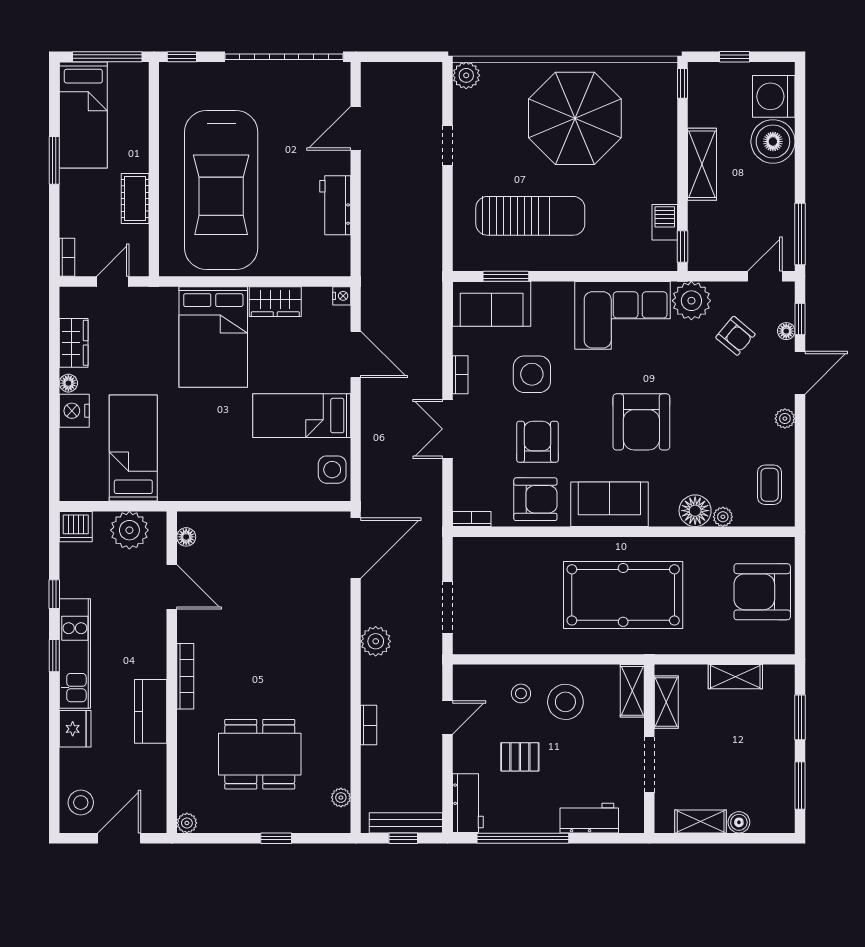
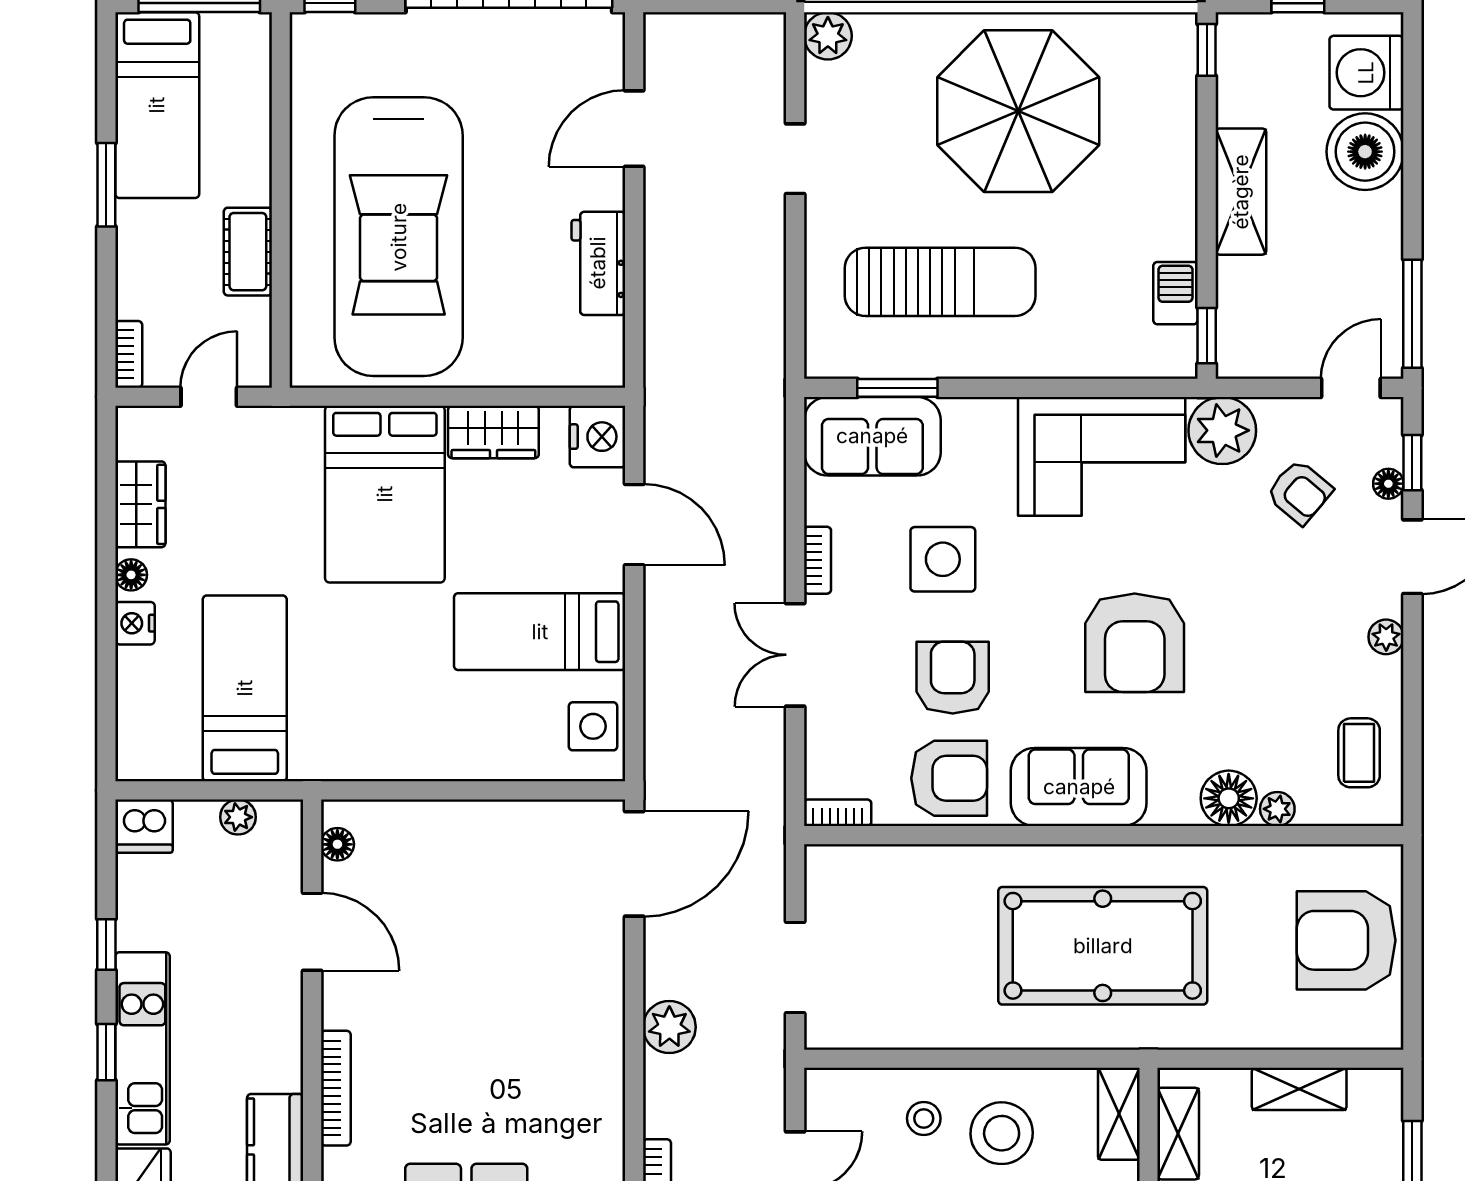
nightstand: (342, 296) -> (598, 437), width x1.89, depth x1.79
nightstand: (74, 411) -> (135, 623), width x0.74, depth x0.75
plant: (129, 530) -> (238, 817), width x0.53, depth x0.53

